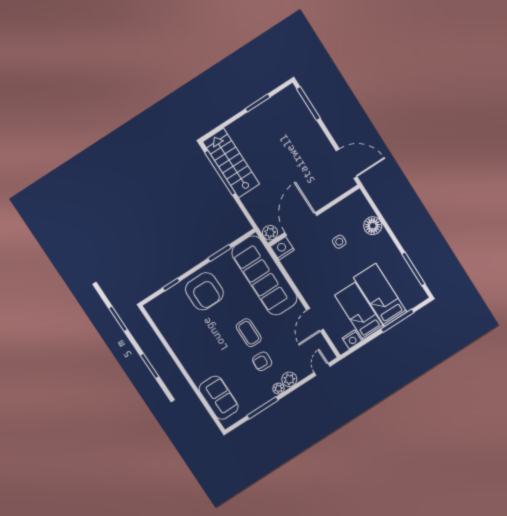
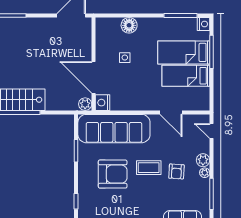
armchair: (204, 291) -> (113, 174), moved
nightstand: (352, 339) -> (204, 24), moved

